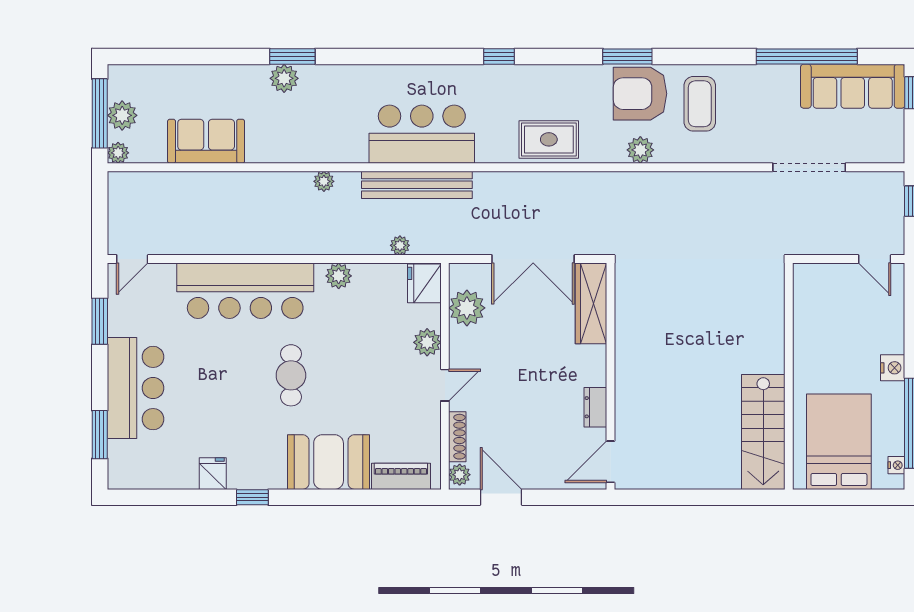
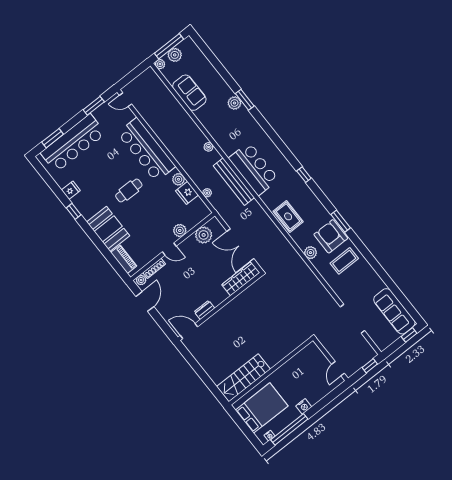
window: (807, 56) -> (392, 286), removed
fridge: (424, 283) -> (187, 193), moved, turned -90
bar counter: (136, 388) -> (73, 143), width x1.36

